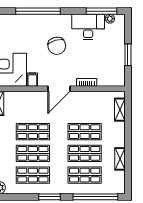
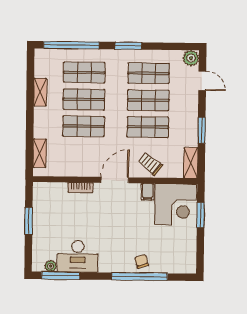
chair: (57, 46) -> (141, 261), moved, width x0.54, depth x0.54
trolley: (31, 102) -> (150, 164), added

